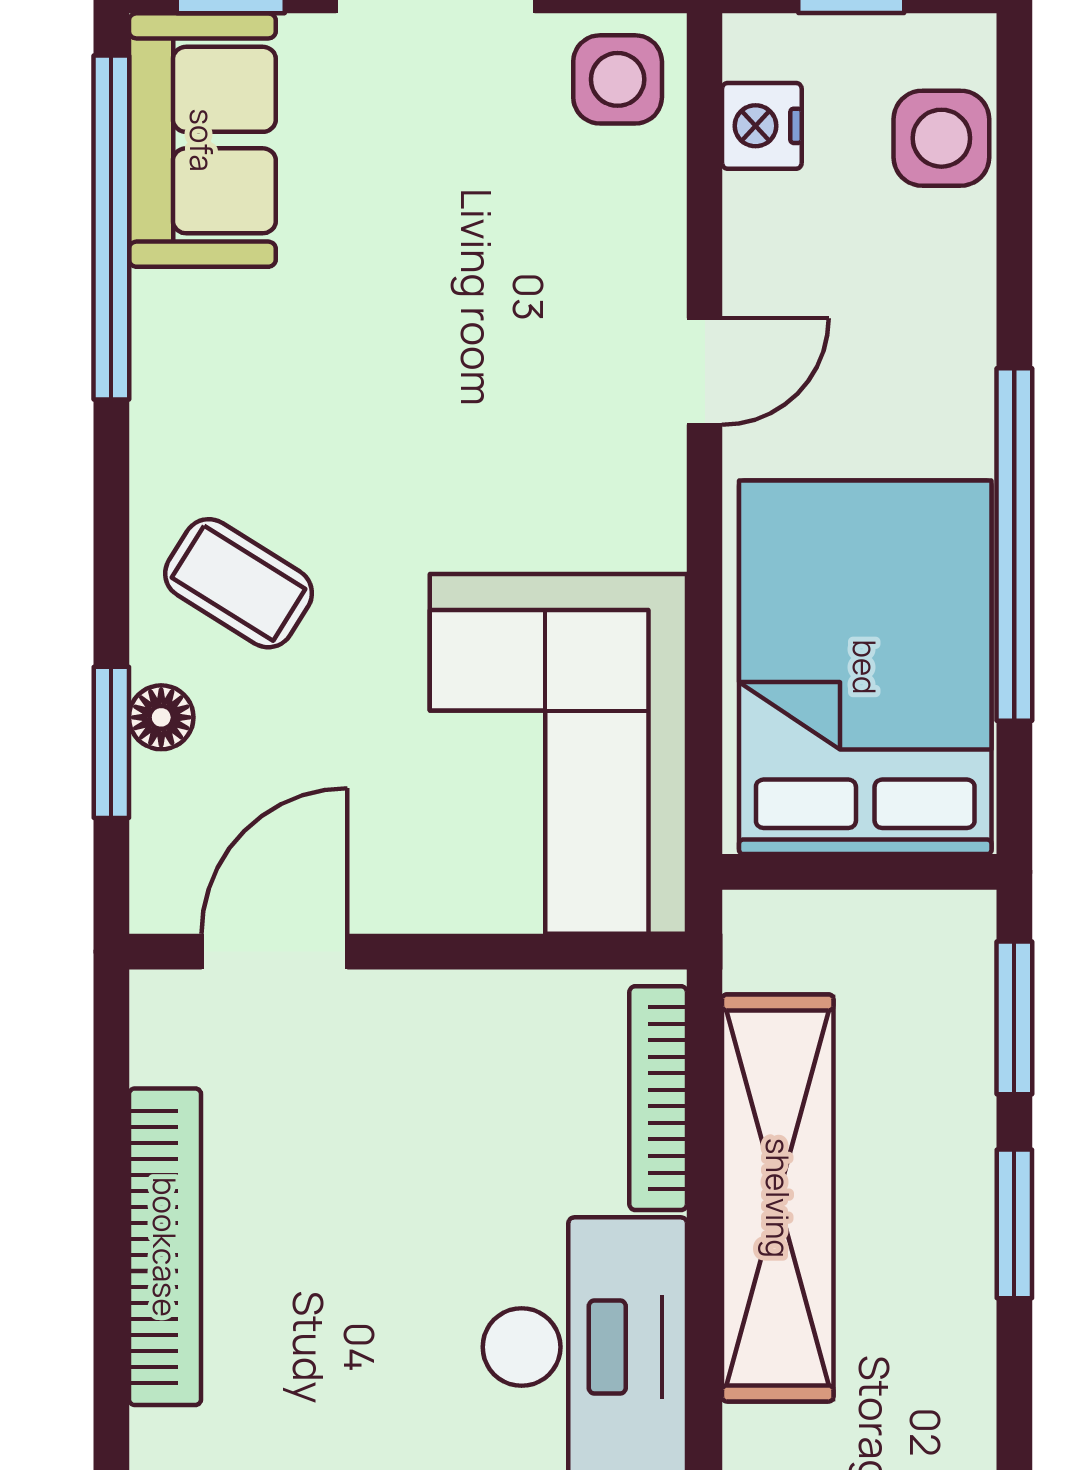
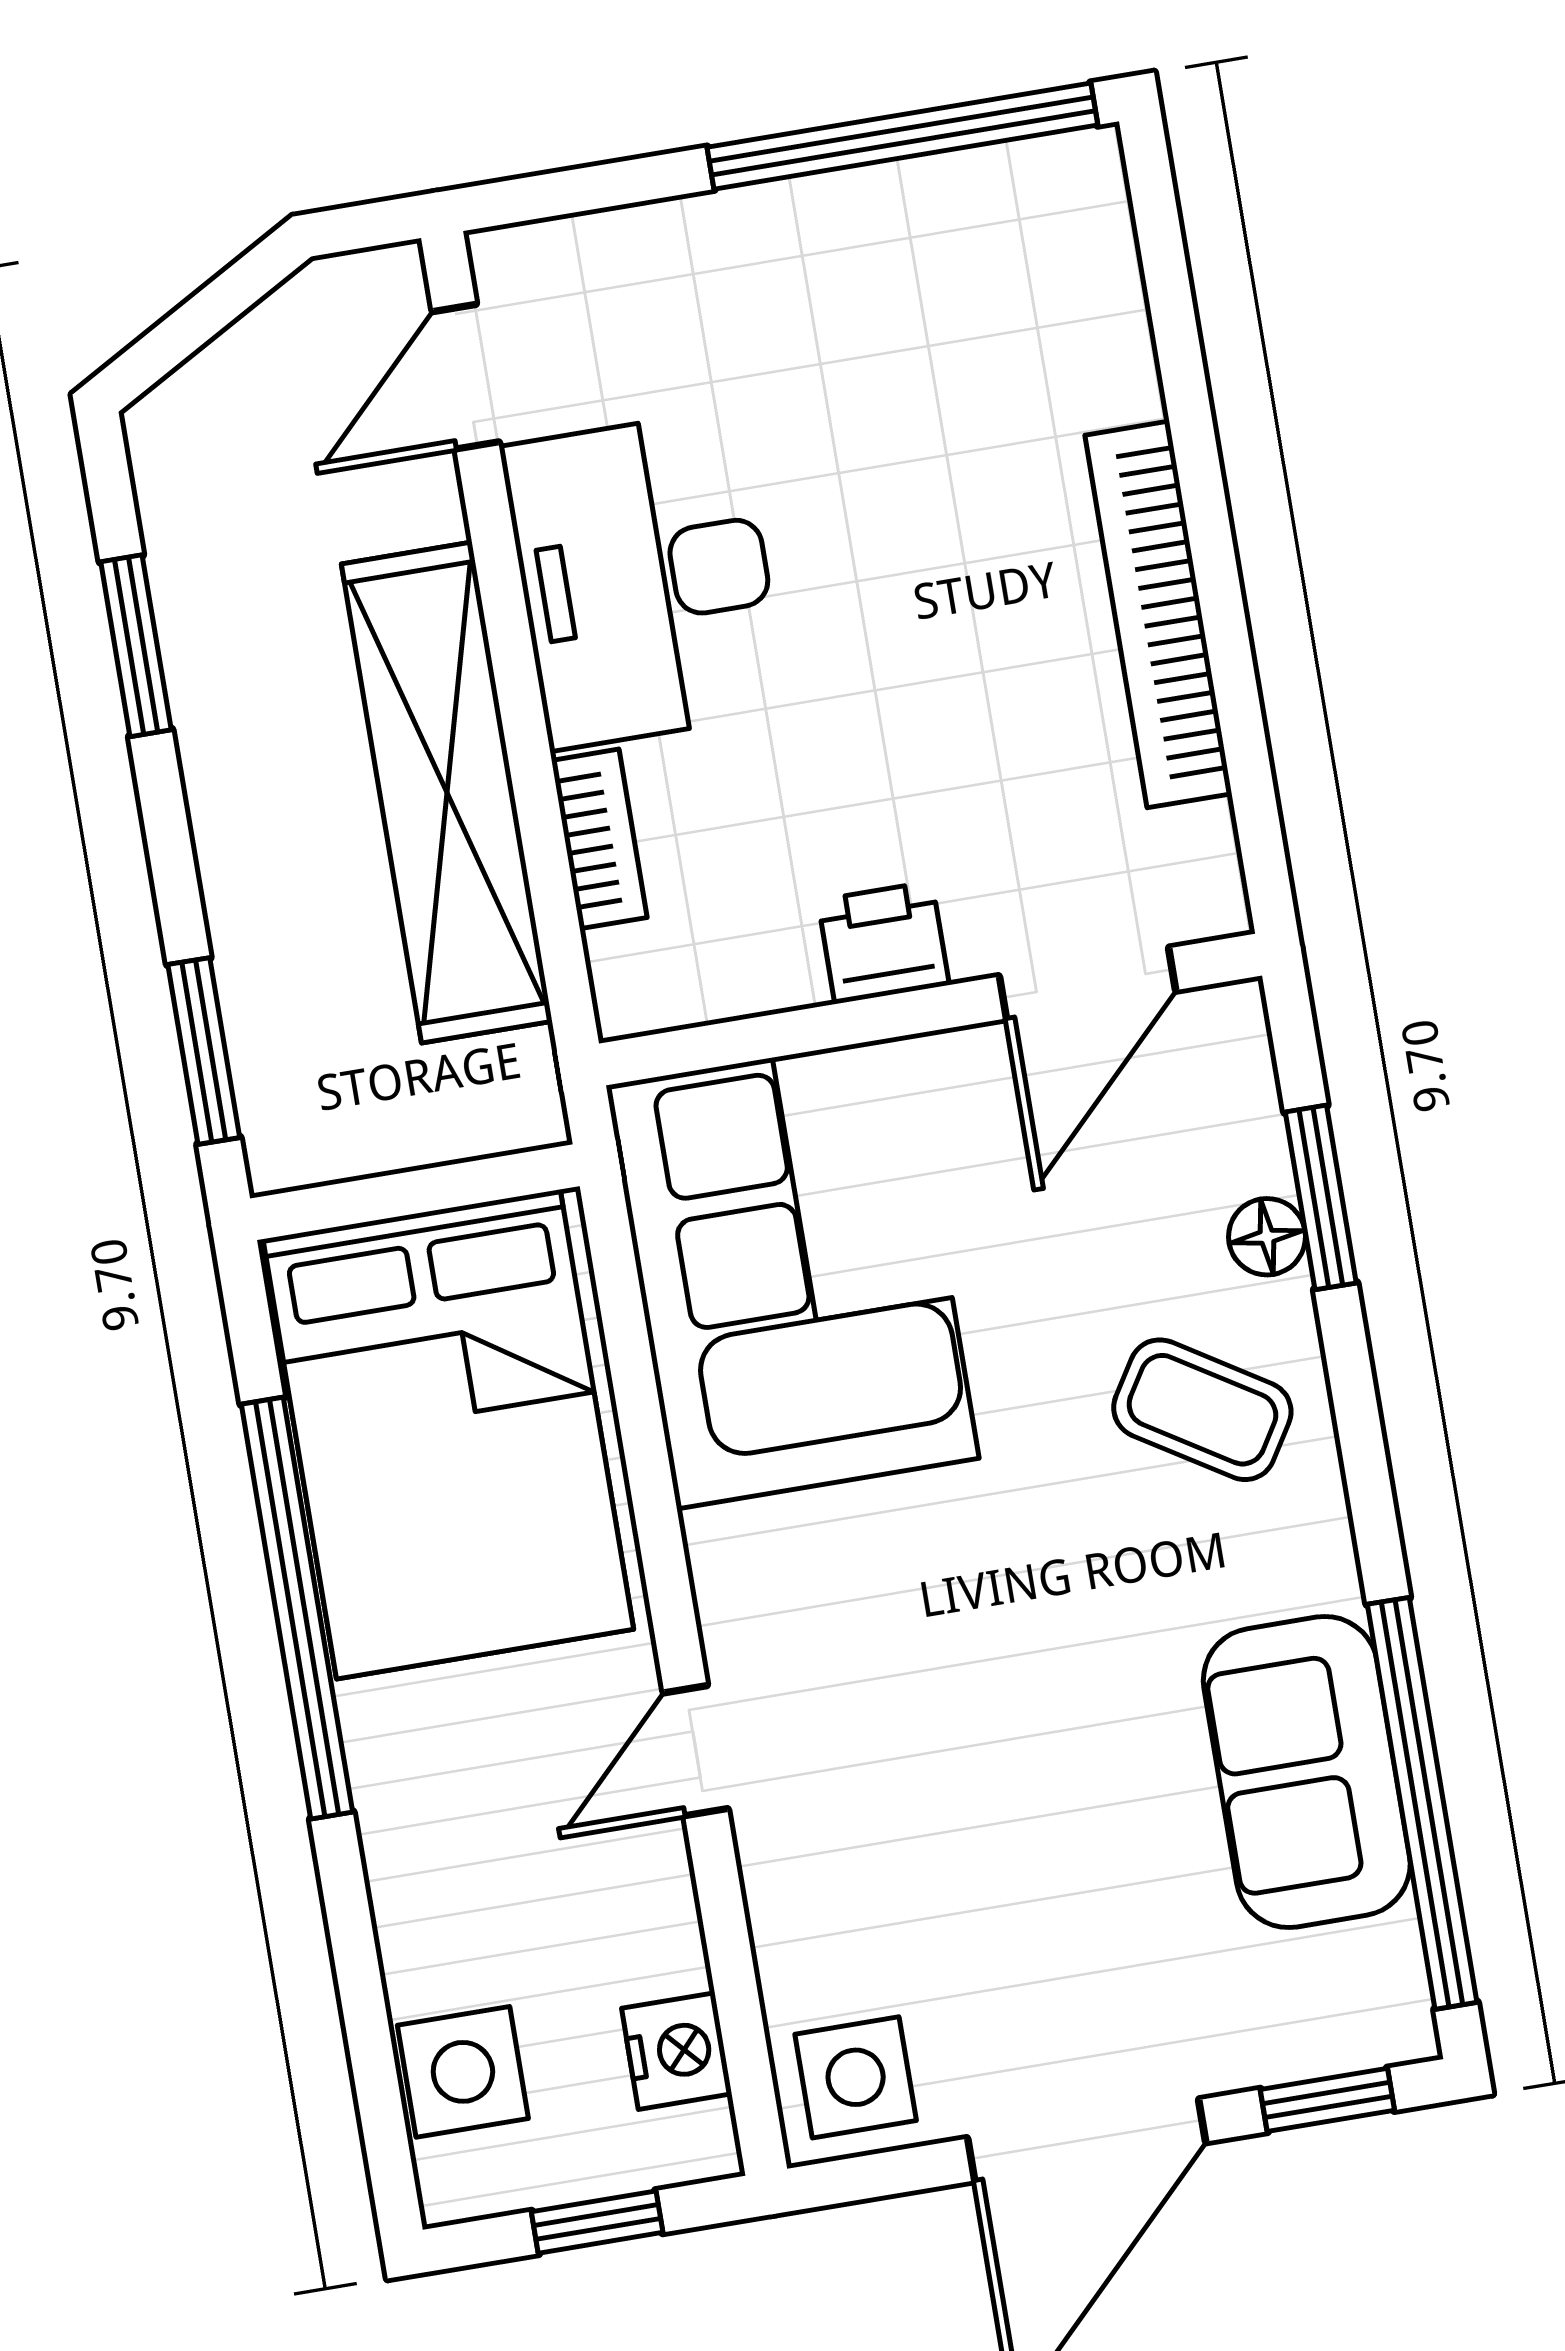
sofa: (202, 140) -> (1307, 1772), moved
printer: (438, 1014) -> (883, 943), added
bookcase: (658, 1098) -> (599, 839), width x0.64
window: (1014, 1224) -> (136, 646), moved

